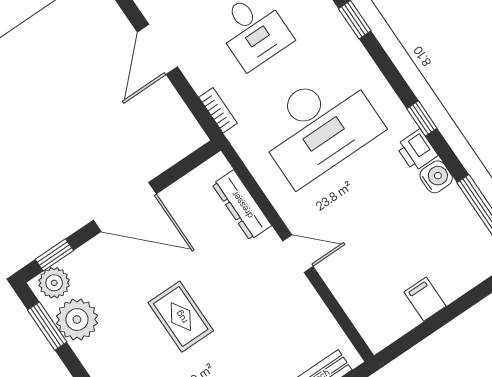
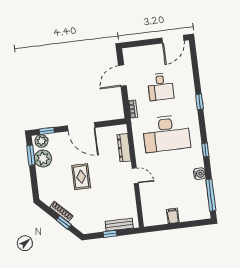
printer: (417, 150) -> (197, 161), removed

